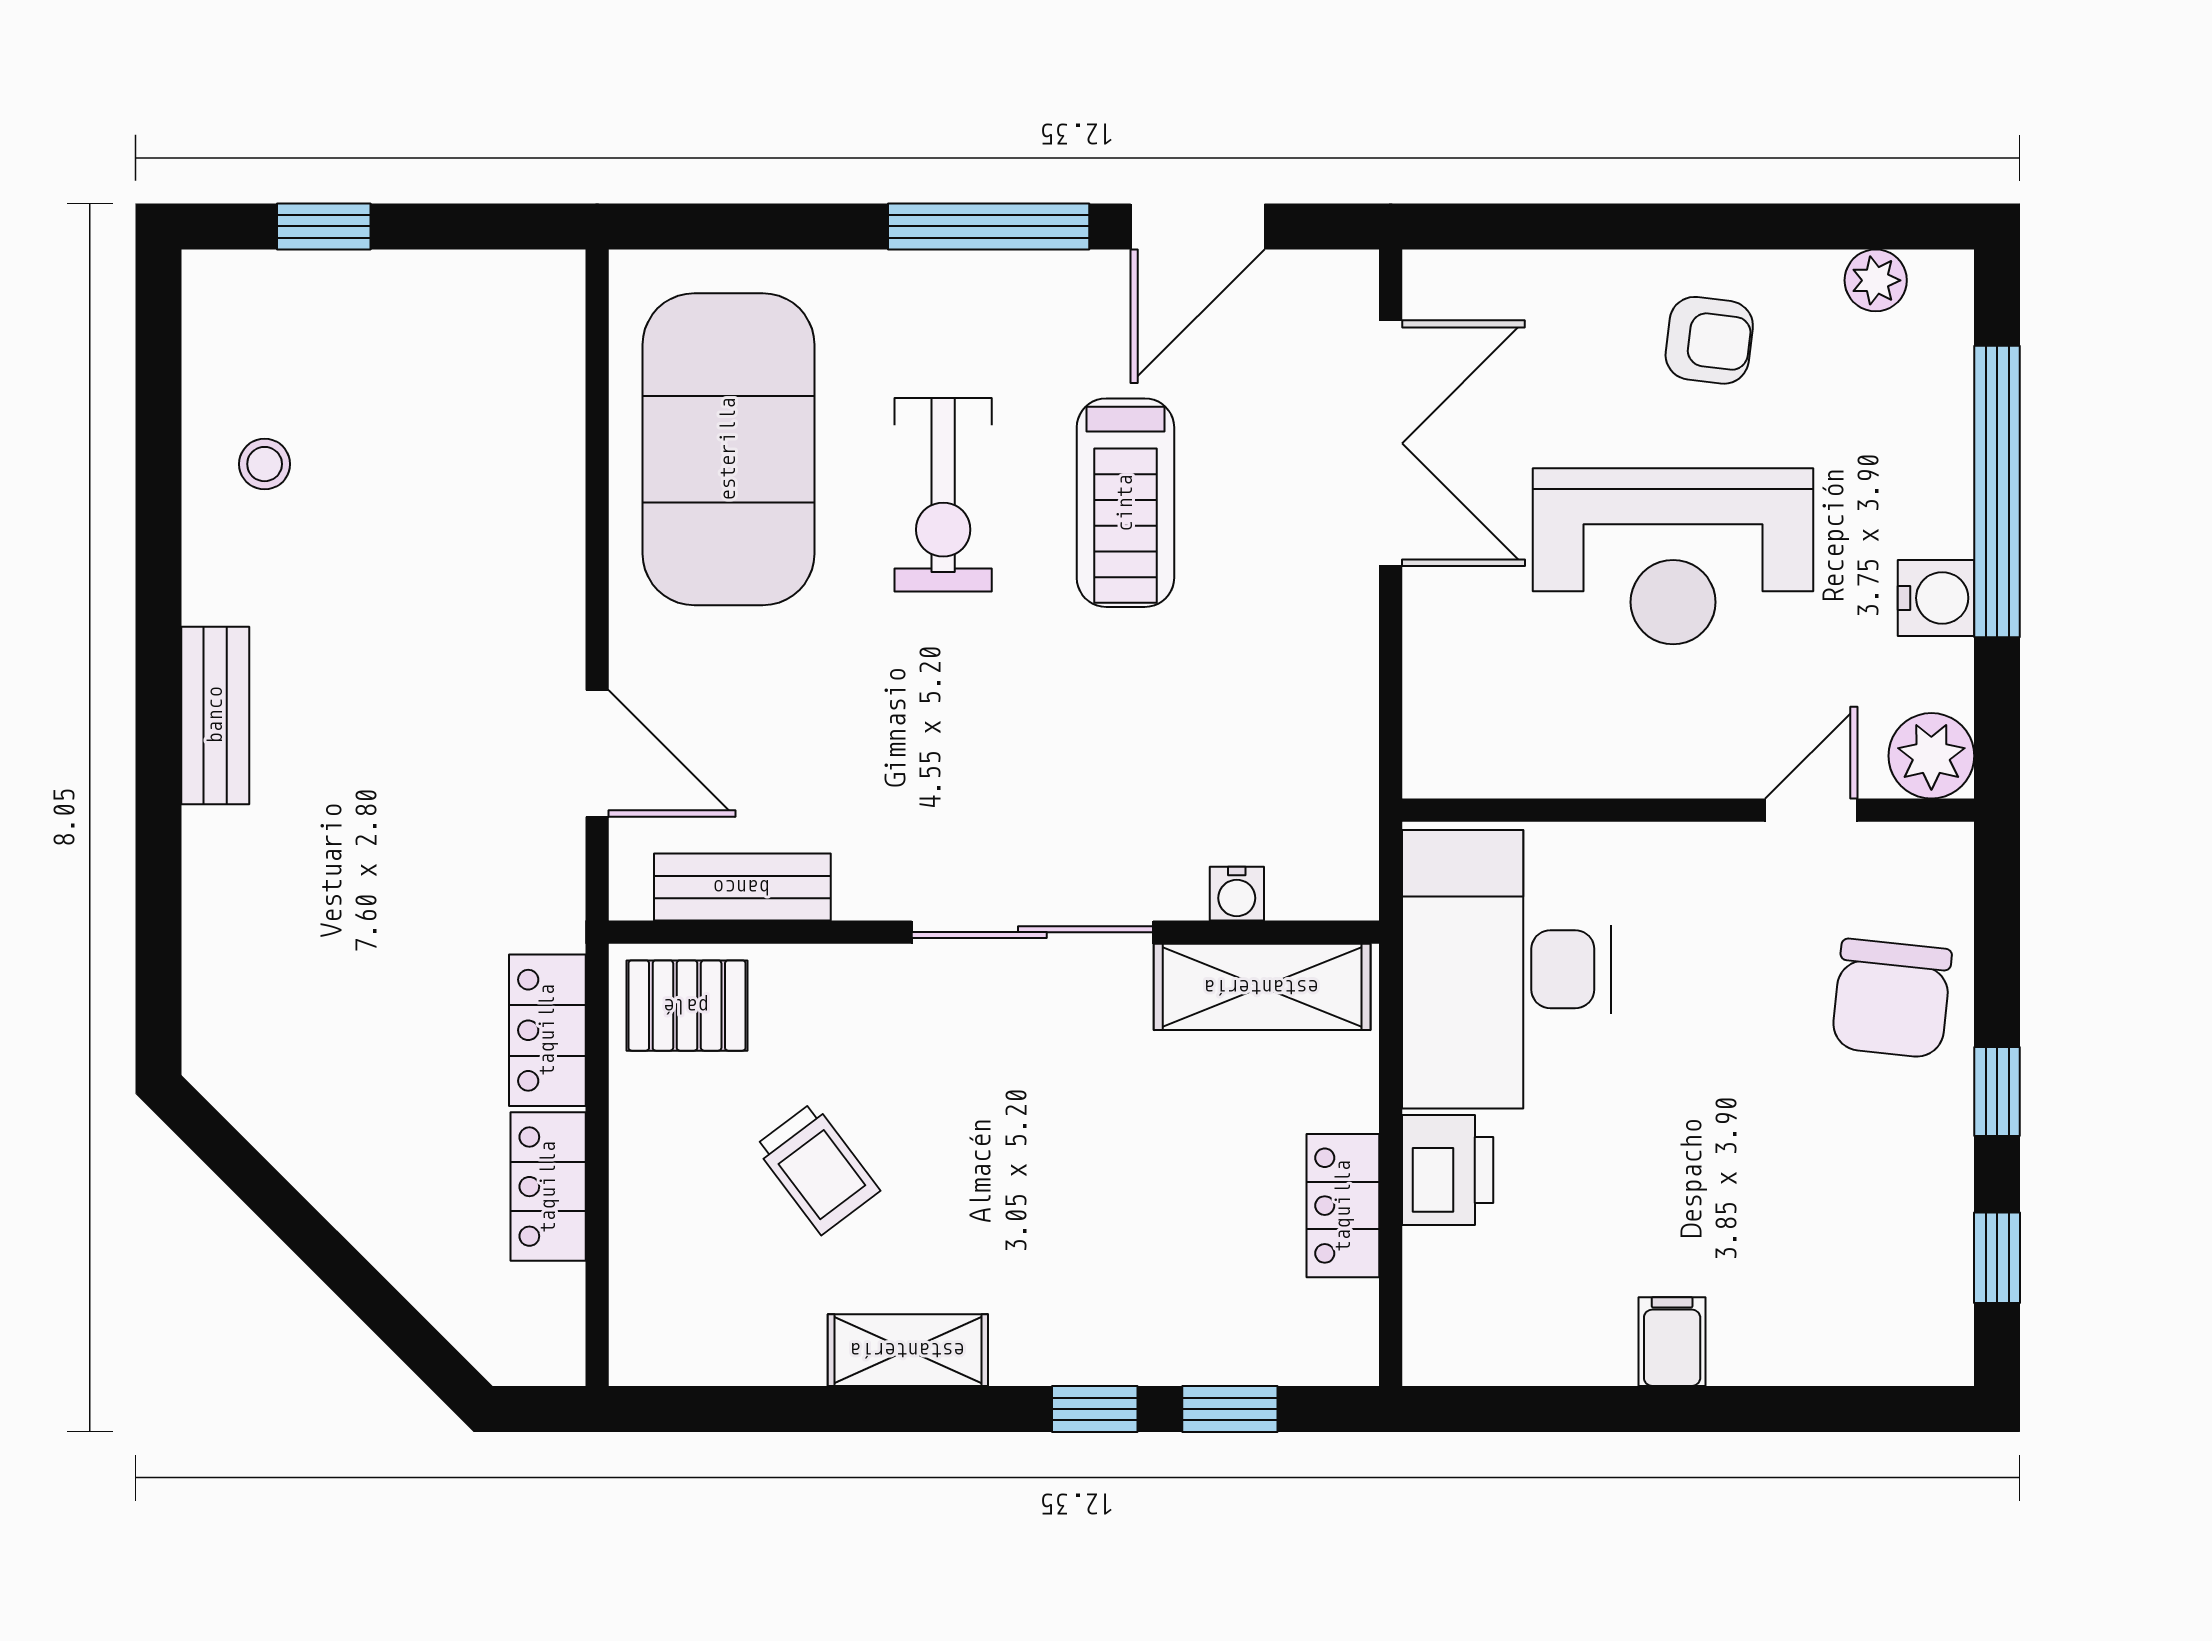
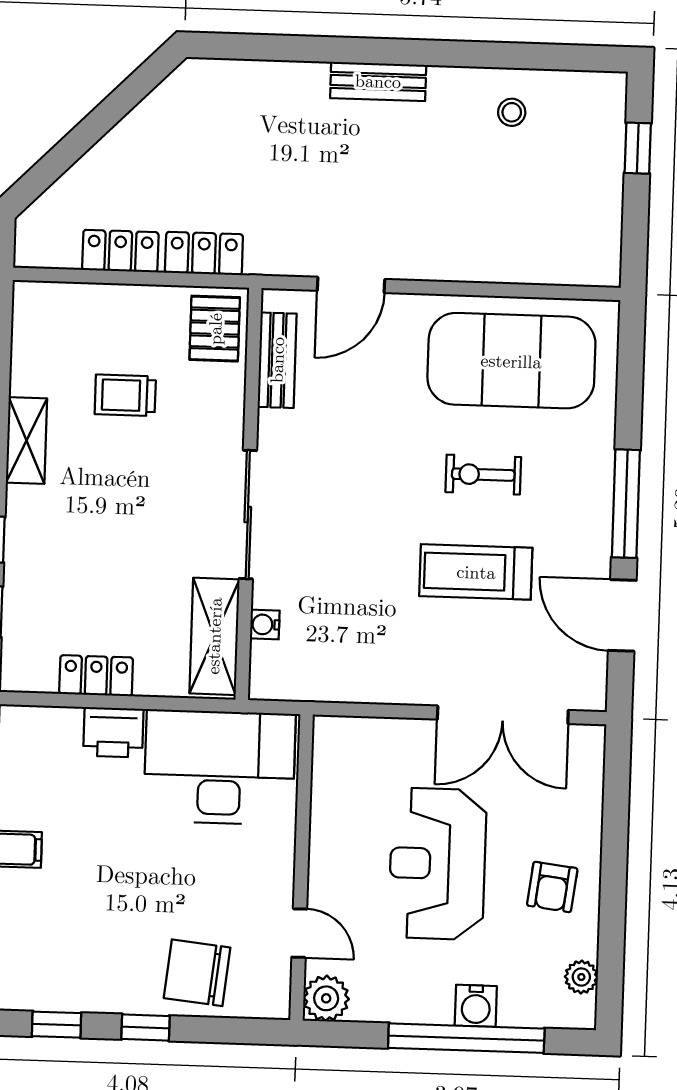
exercise bike: (943, 495) -> (483, 475), width x0.73, depth x0.72
water cooler: (1936, 598) -> (476, 1006), moved
trolley: (817, 1168) -> (125, 395), turned 37

